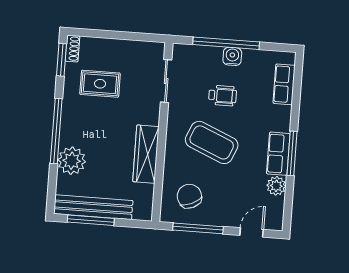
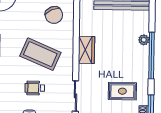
wardrobe: (146, 154) -> (87, 50), width x0.67
plant: (72, 161) -> (144, 40), width x0.53, depth x0.53

